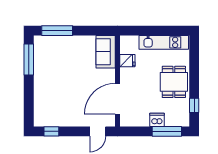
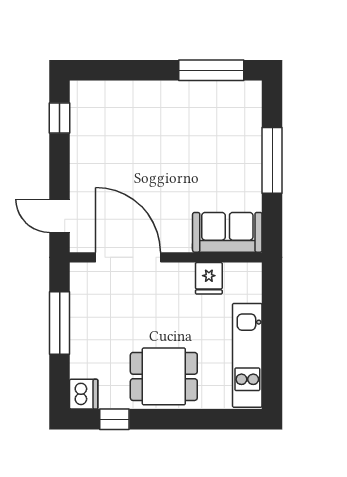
window: (57, 31) -> (272, 160), moved
dishwasher: (157, 120) -> (84, 394), moved
window: (167, 131) -> (60, 323), moved

